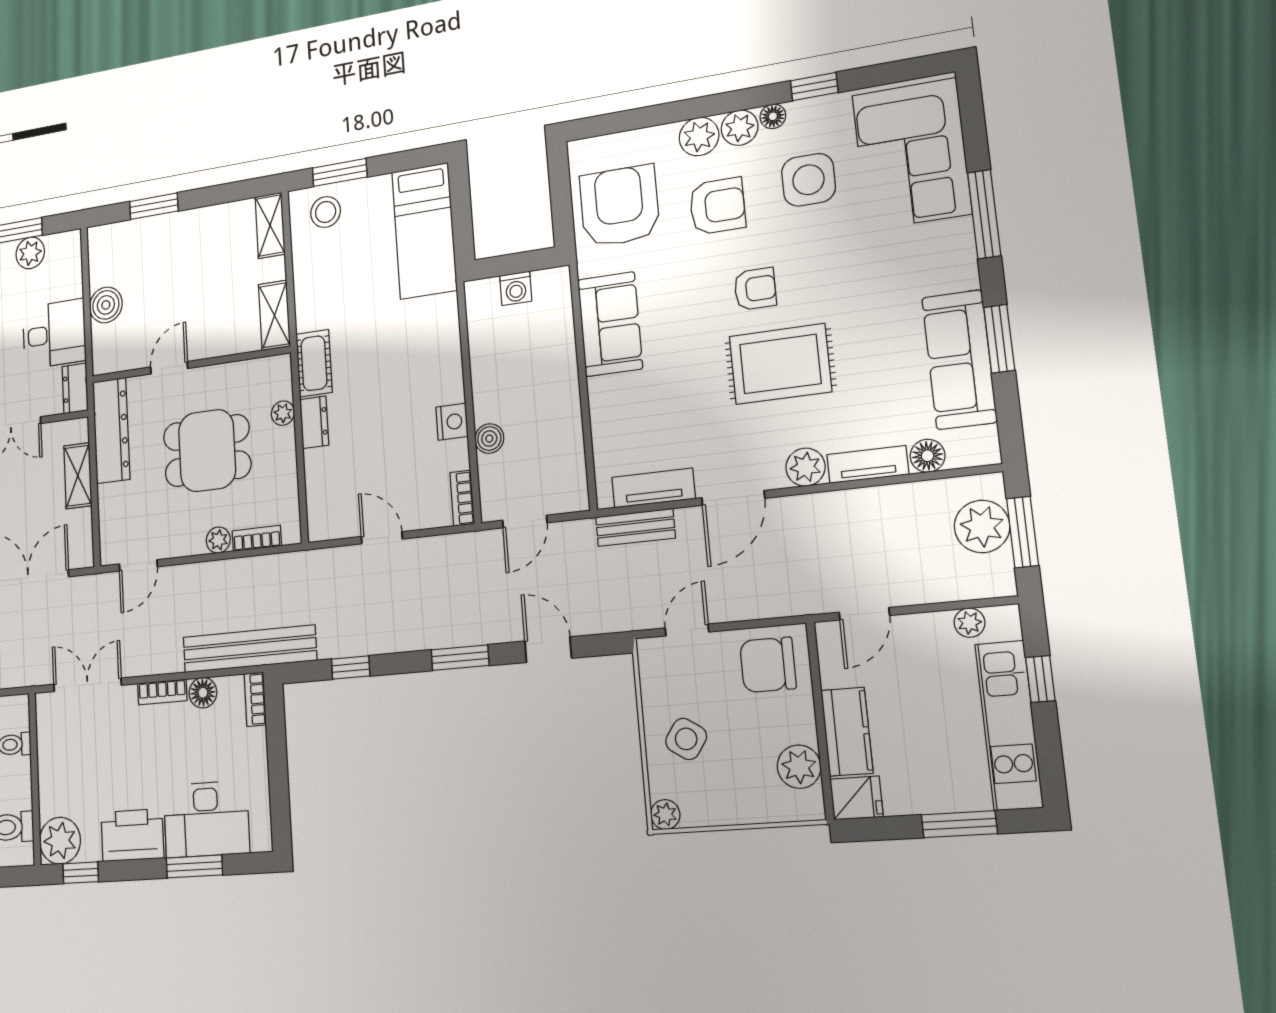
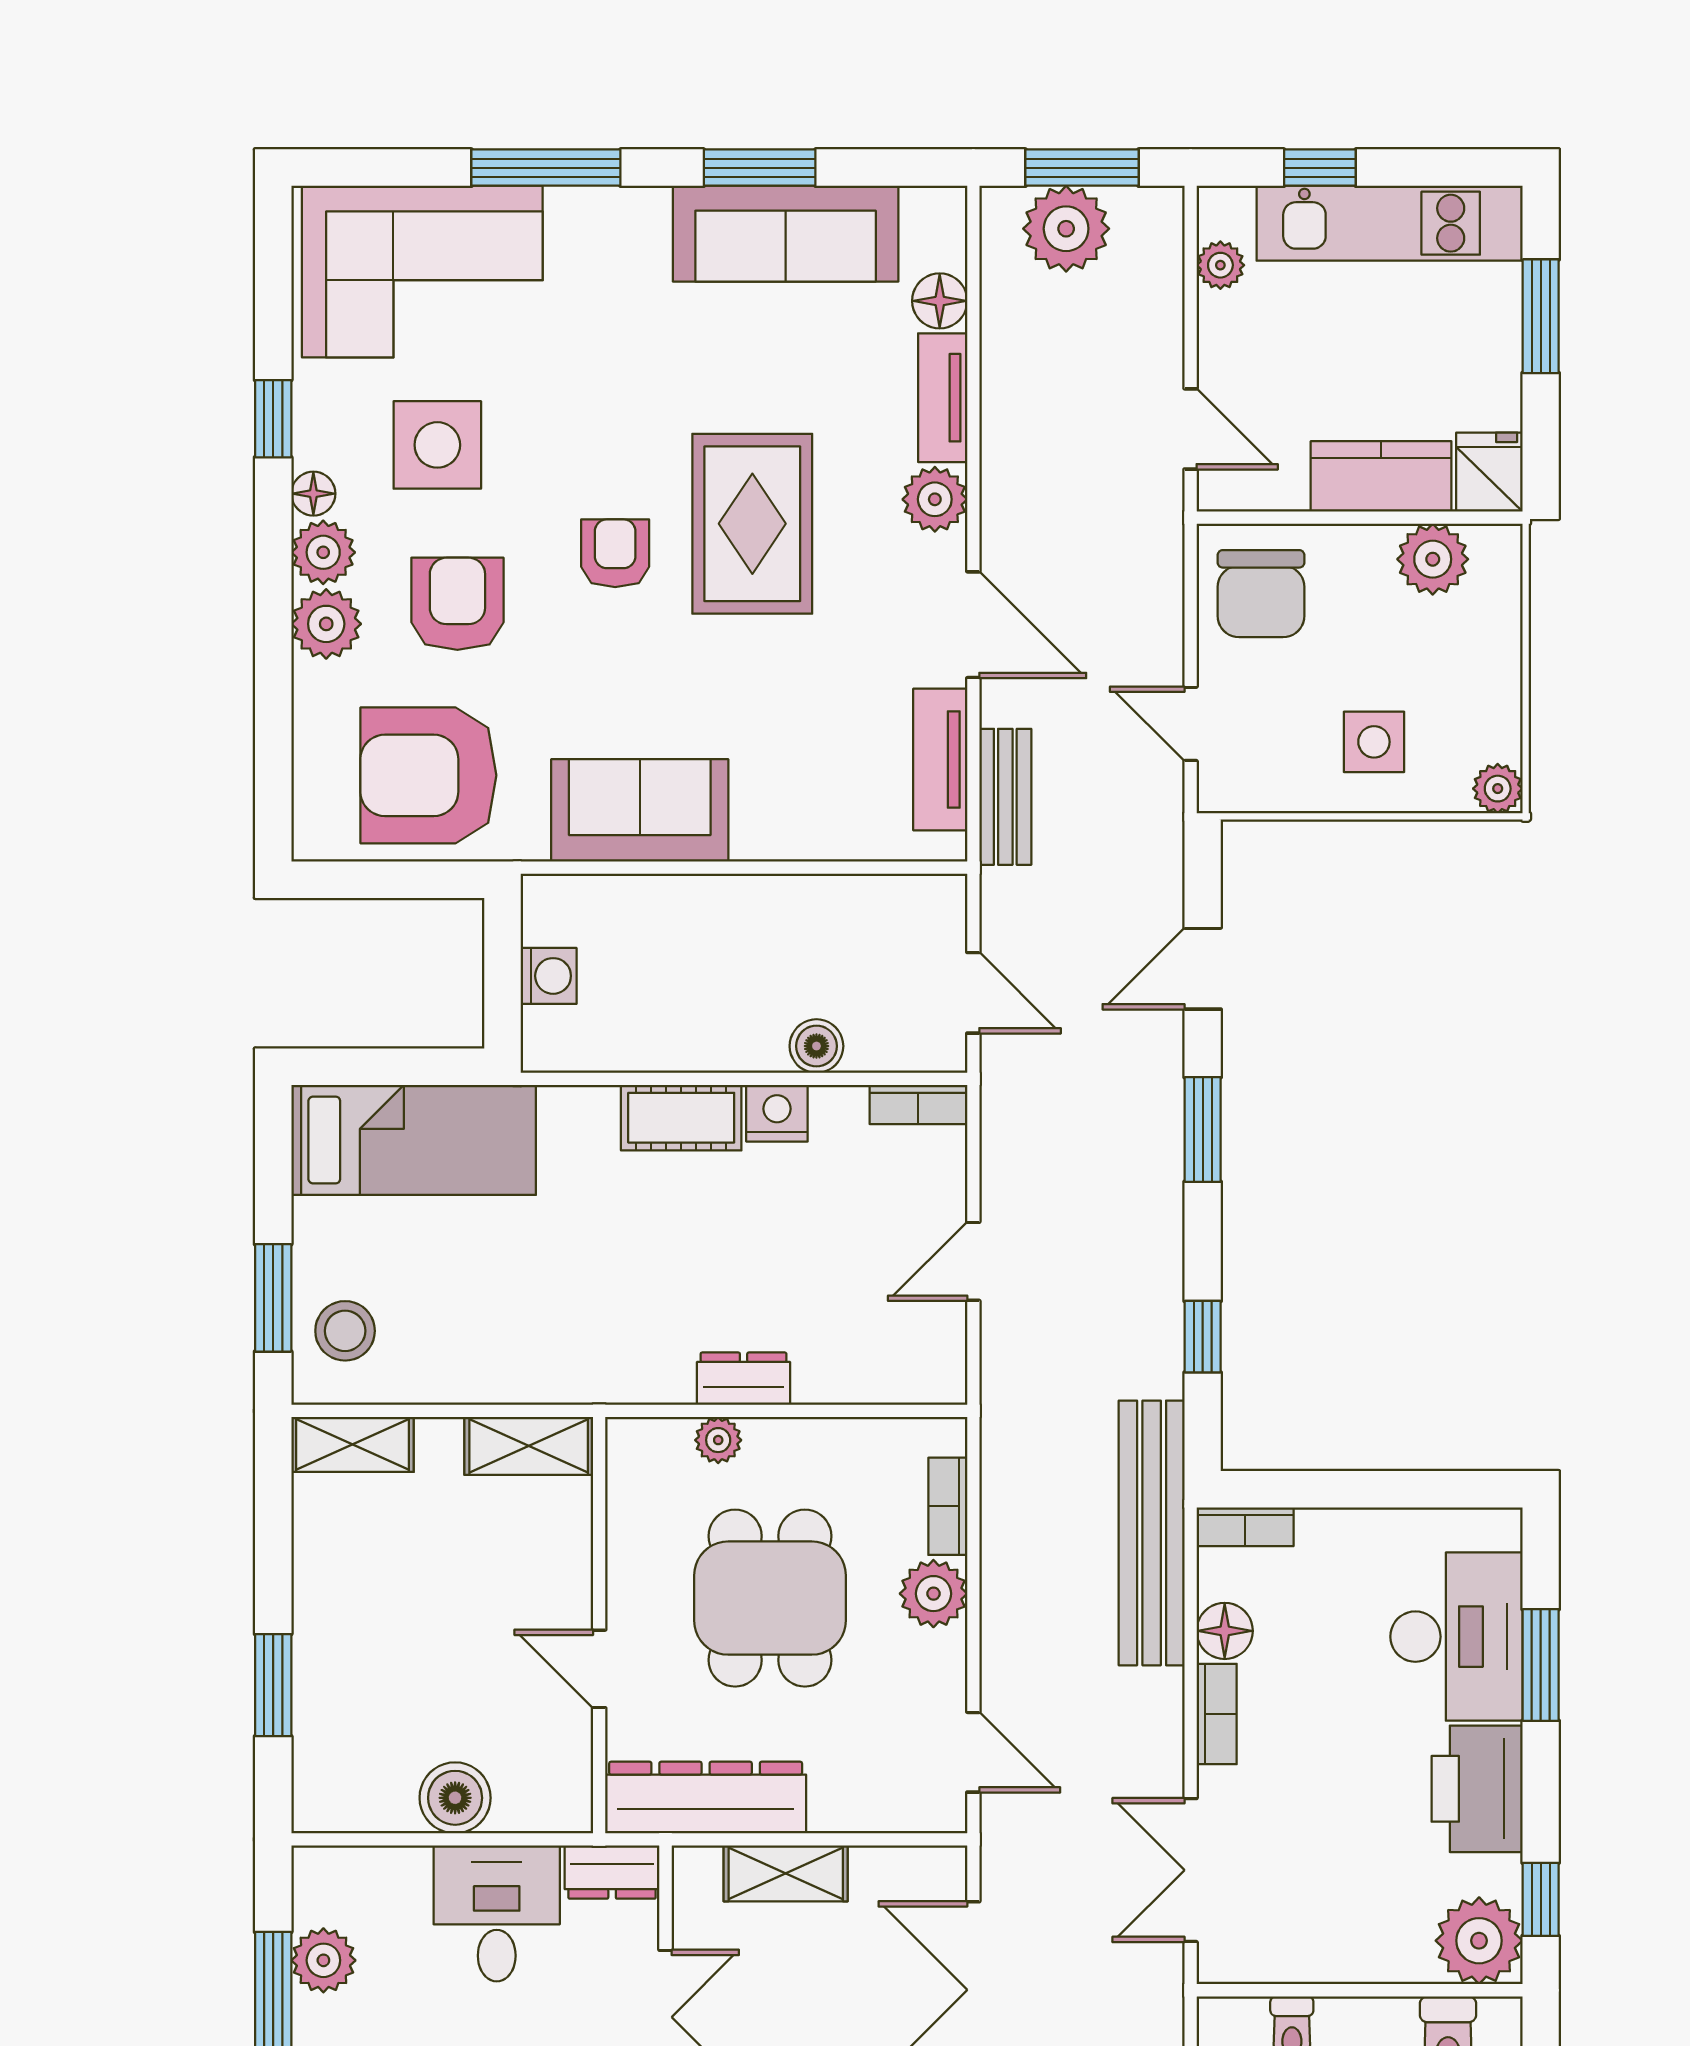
cot: (314, 363) -> (681, 1118), moved
plant: (218, 540) -> (933, 1594), width x1.38, depth x1.38
side table: (686, 739) -> (1374, 742), turned -34

